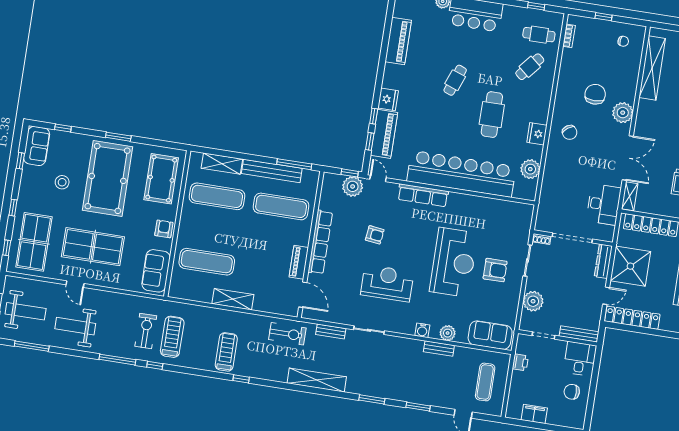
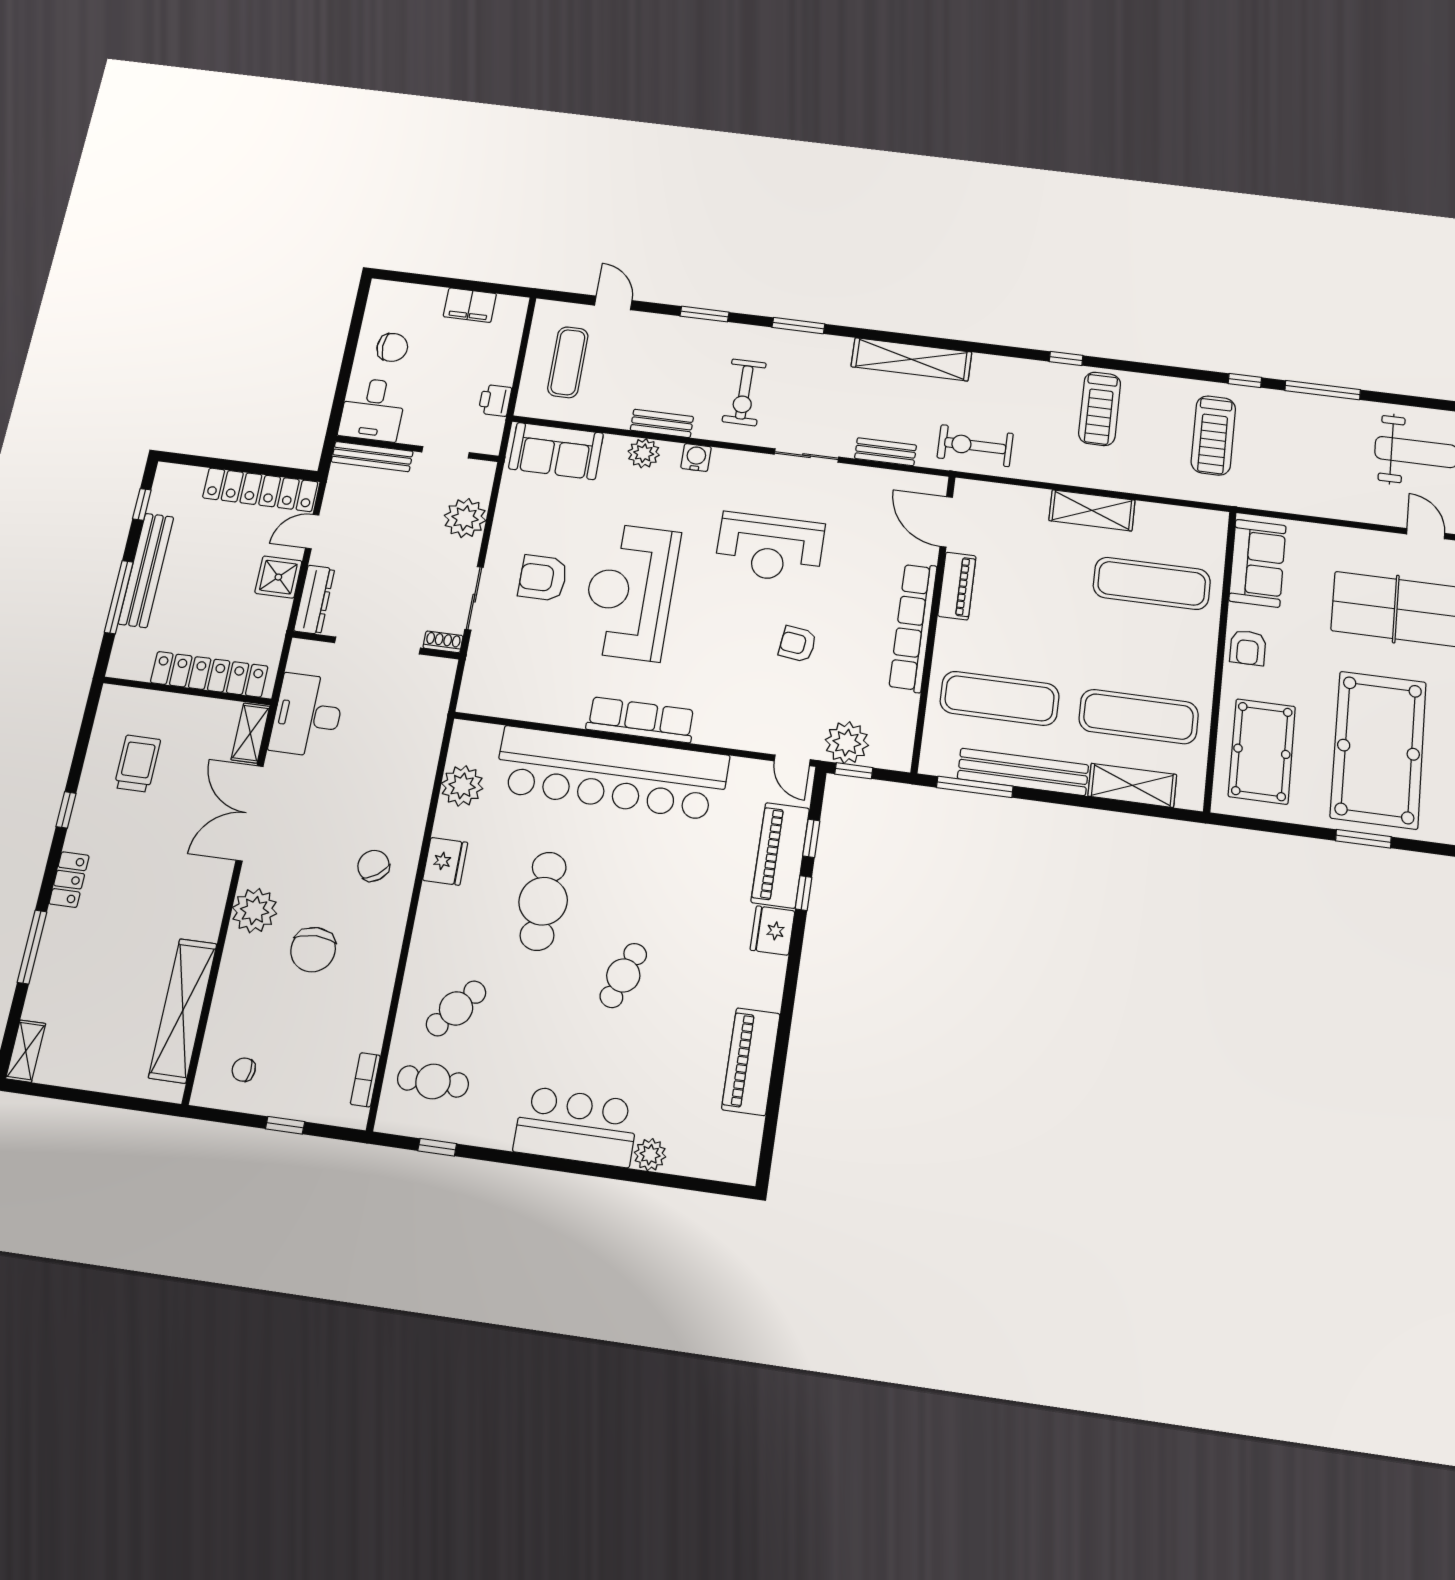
row of seats: (423, 195) -> (641, 720), moved
shower: (630, 266) -> (278, 577), width x0.54, depth x0.54
exercise bike: (146, 331) -> (744, 392), moved

